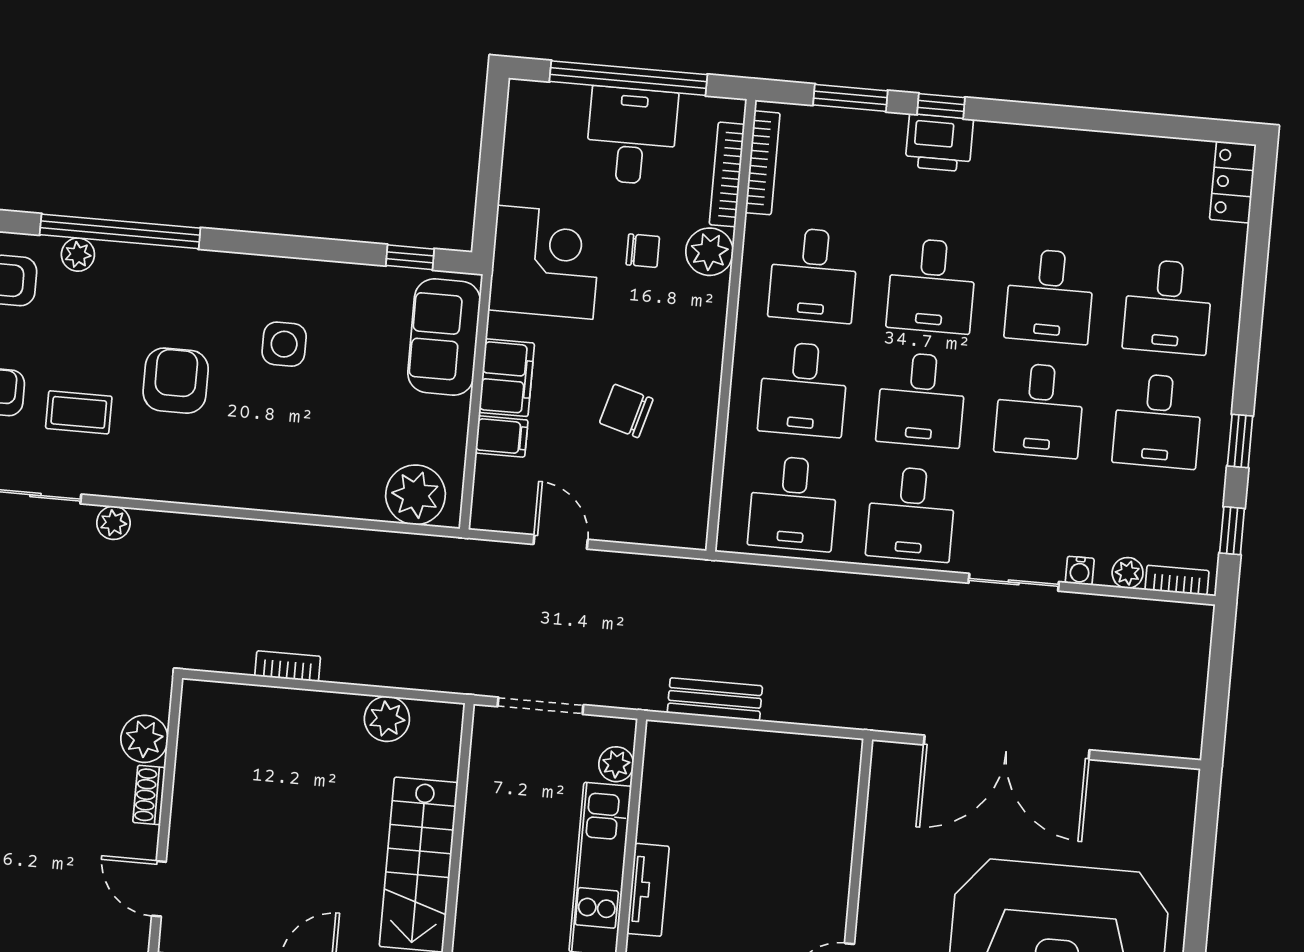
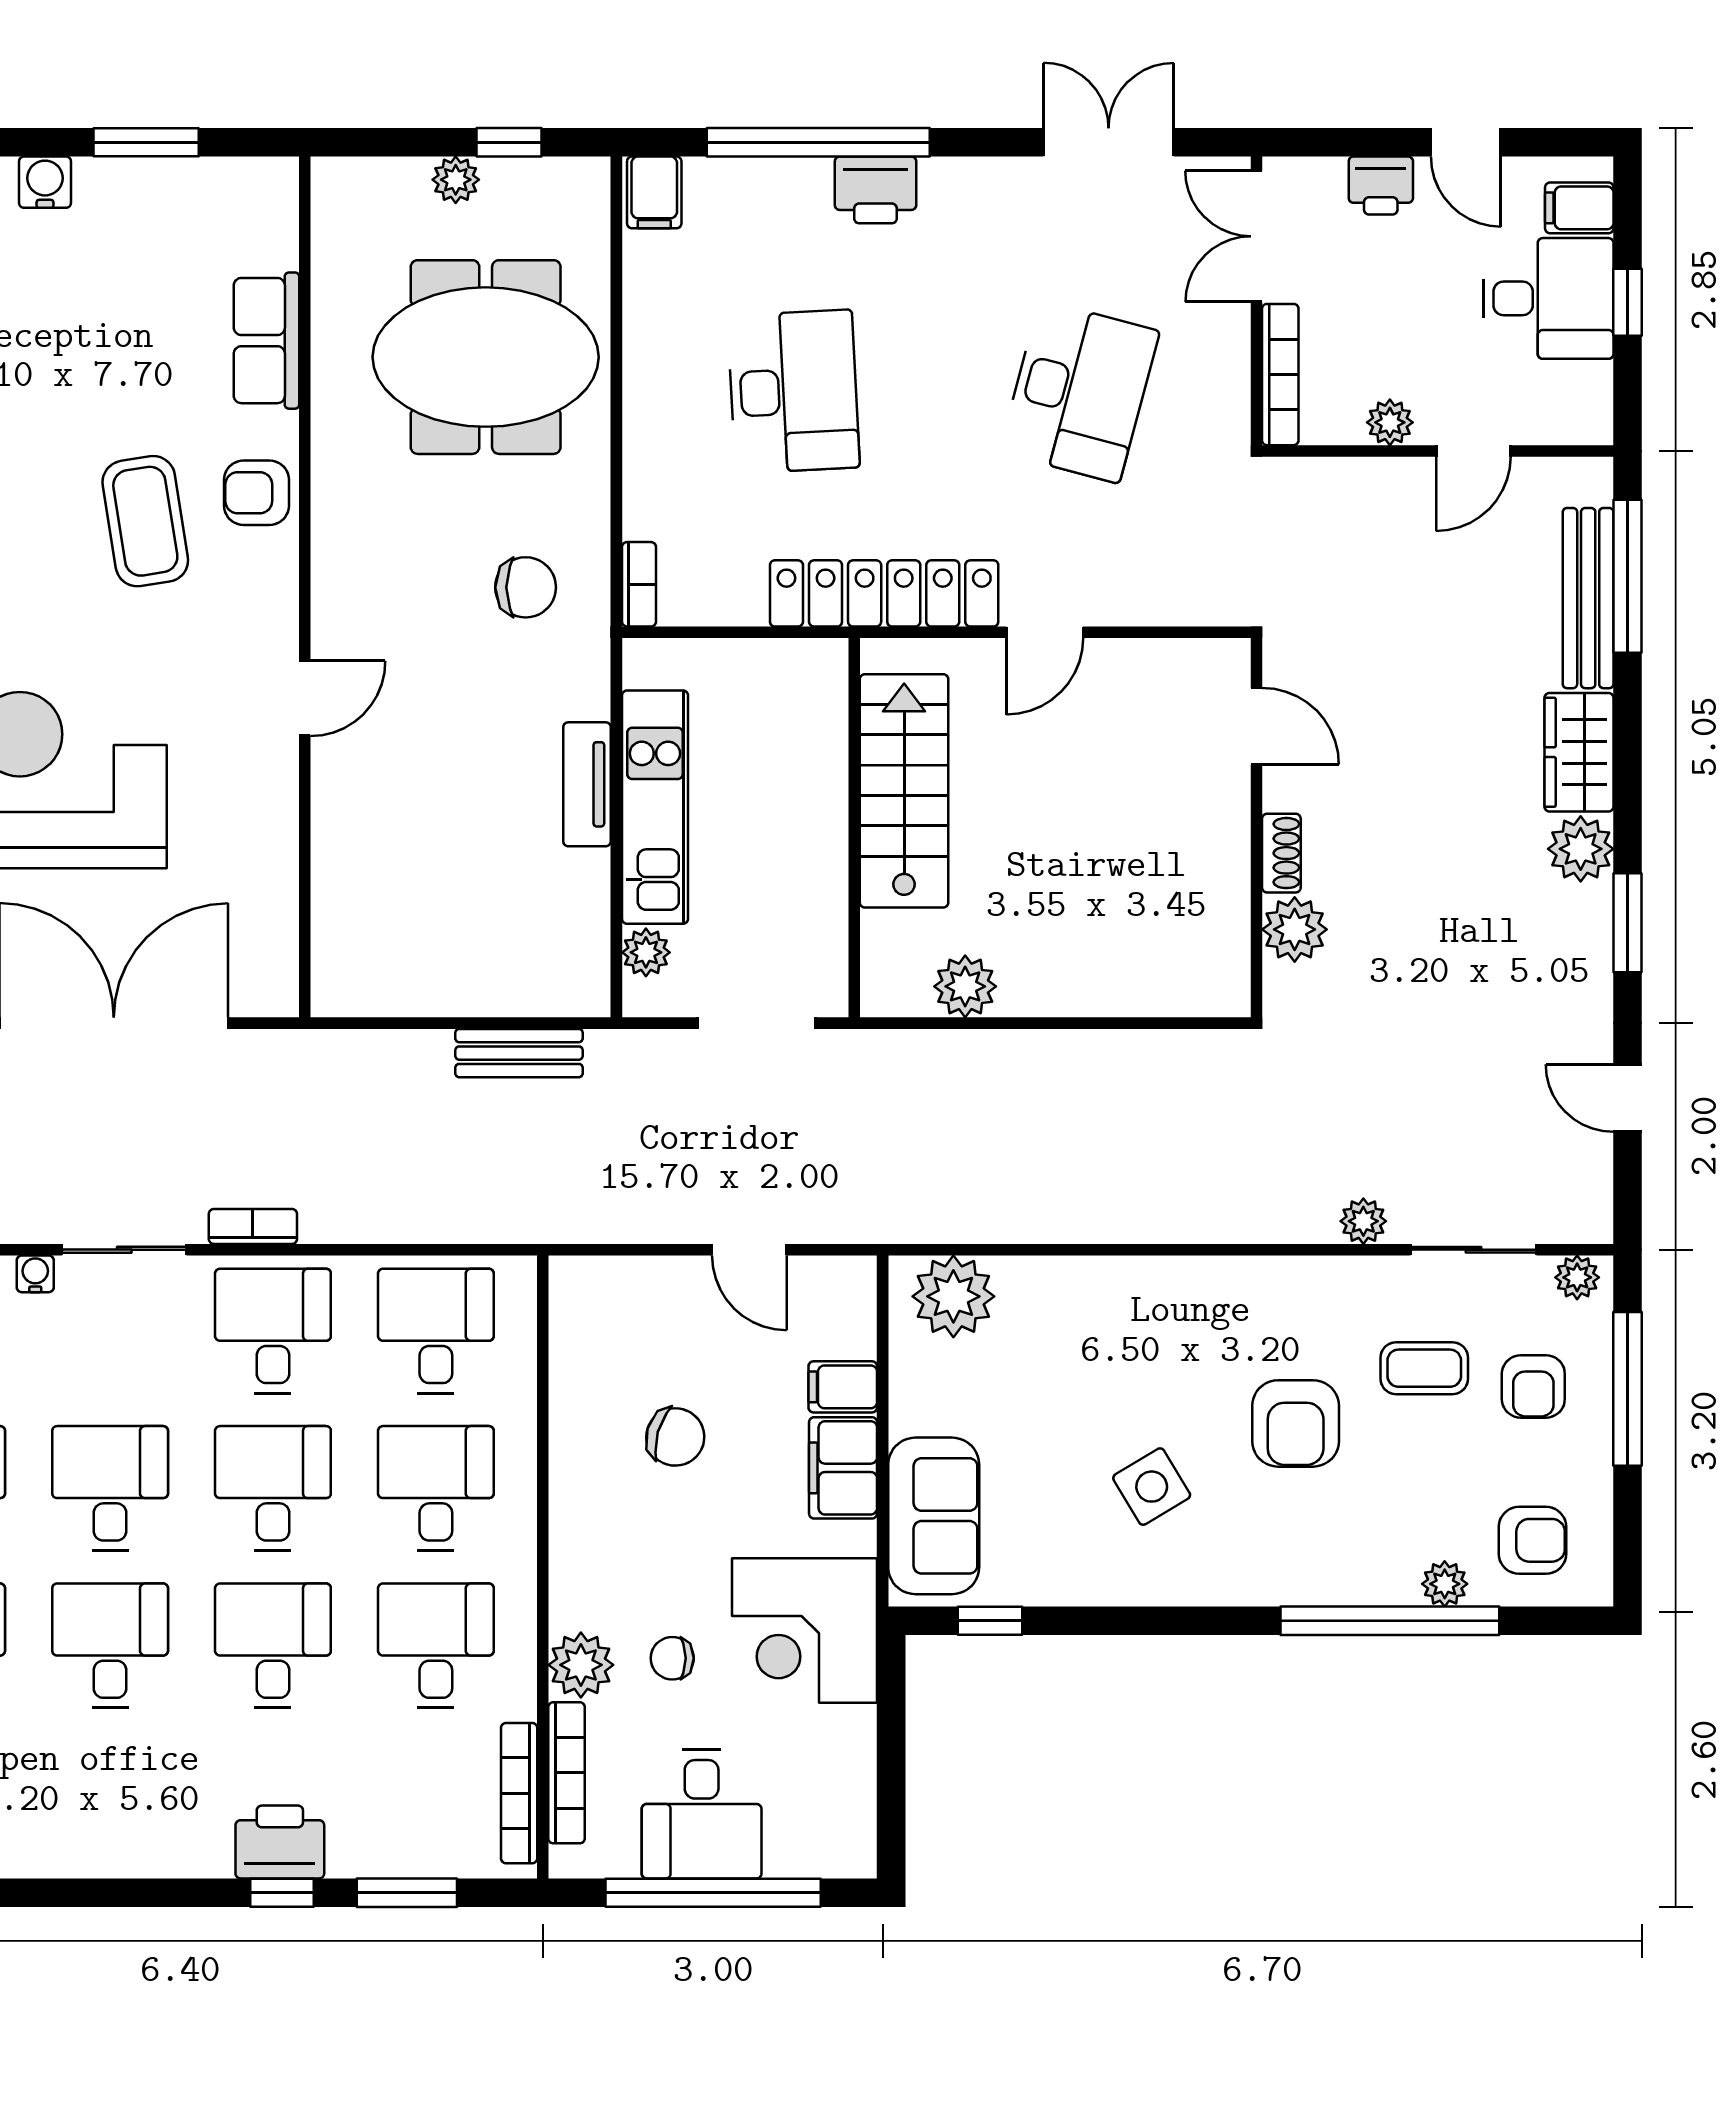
side table: (284, 344) -> (1152, 1487), turned -31
bookcase: (288, 666) -> (253, 1226), moved, turned 180

